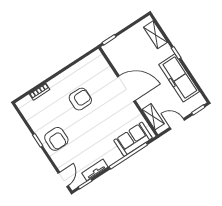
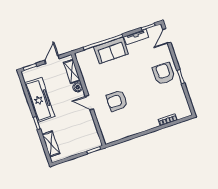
door: (126, 89) -> (89, 103), width x0.53
armchair: (80, 99) -> (117, 101), moved
boiler: (143, 101) -> (78, 87), added
door: (177, 124) -> (52, 59), swing flipped
sofa: (133, 139) -> (111, 50), moved

